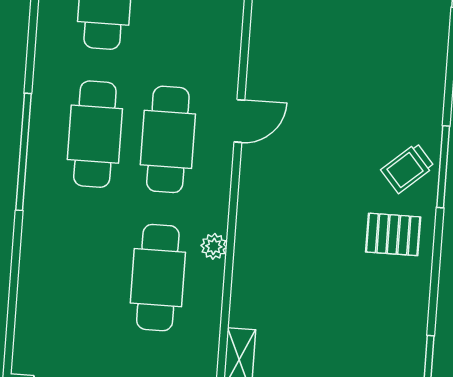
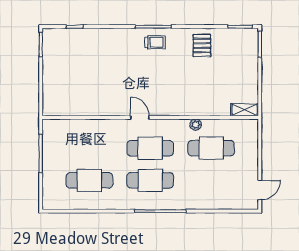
trolley: (408, 168) -> (155, 42), turned -49
pallet: (393, 234) -> (202, 46), moved

